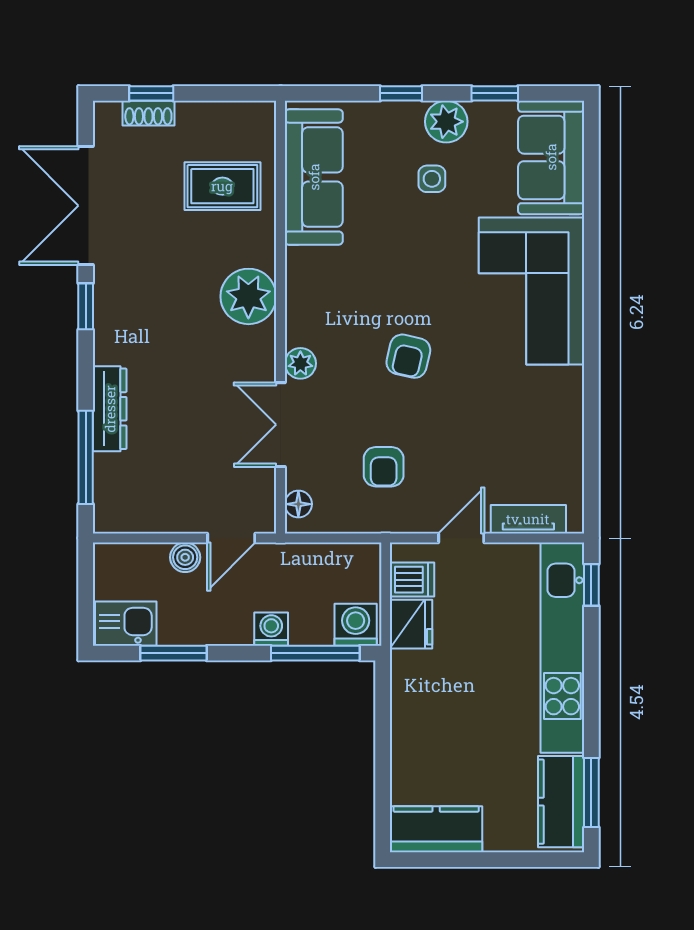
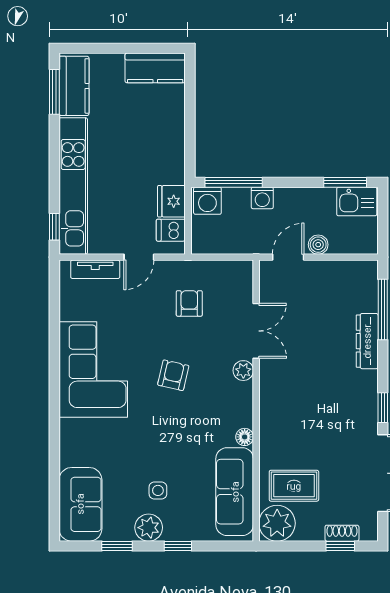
corner sofa: (532, 291) -> (93, 369), moved
plant: (248, 296) -> (277, 523), moved
floor lamp: (298, 504) -> (245, 437), moved
window: (173, 653) -> (345, 182), moved

